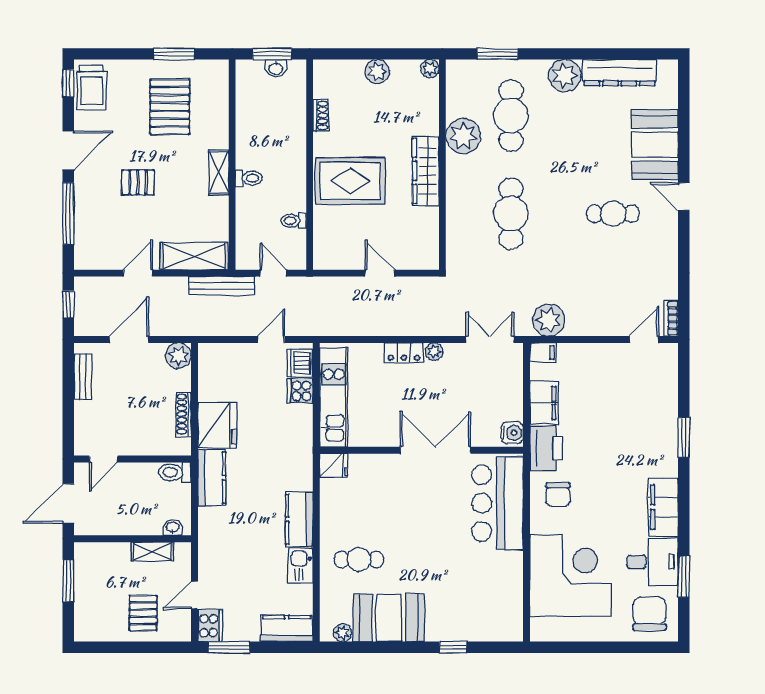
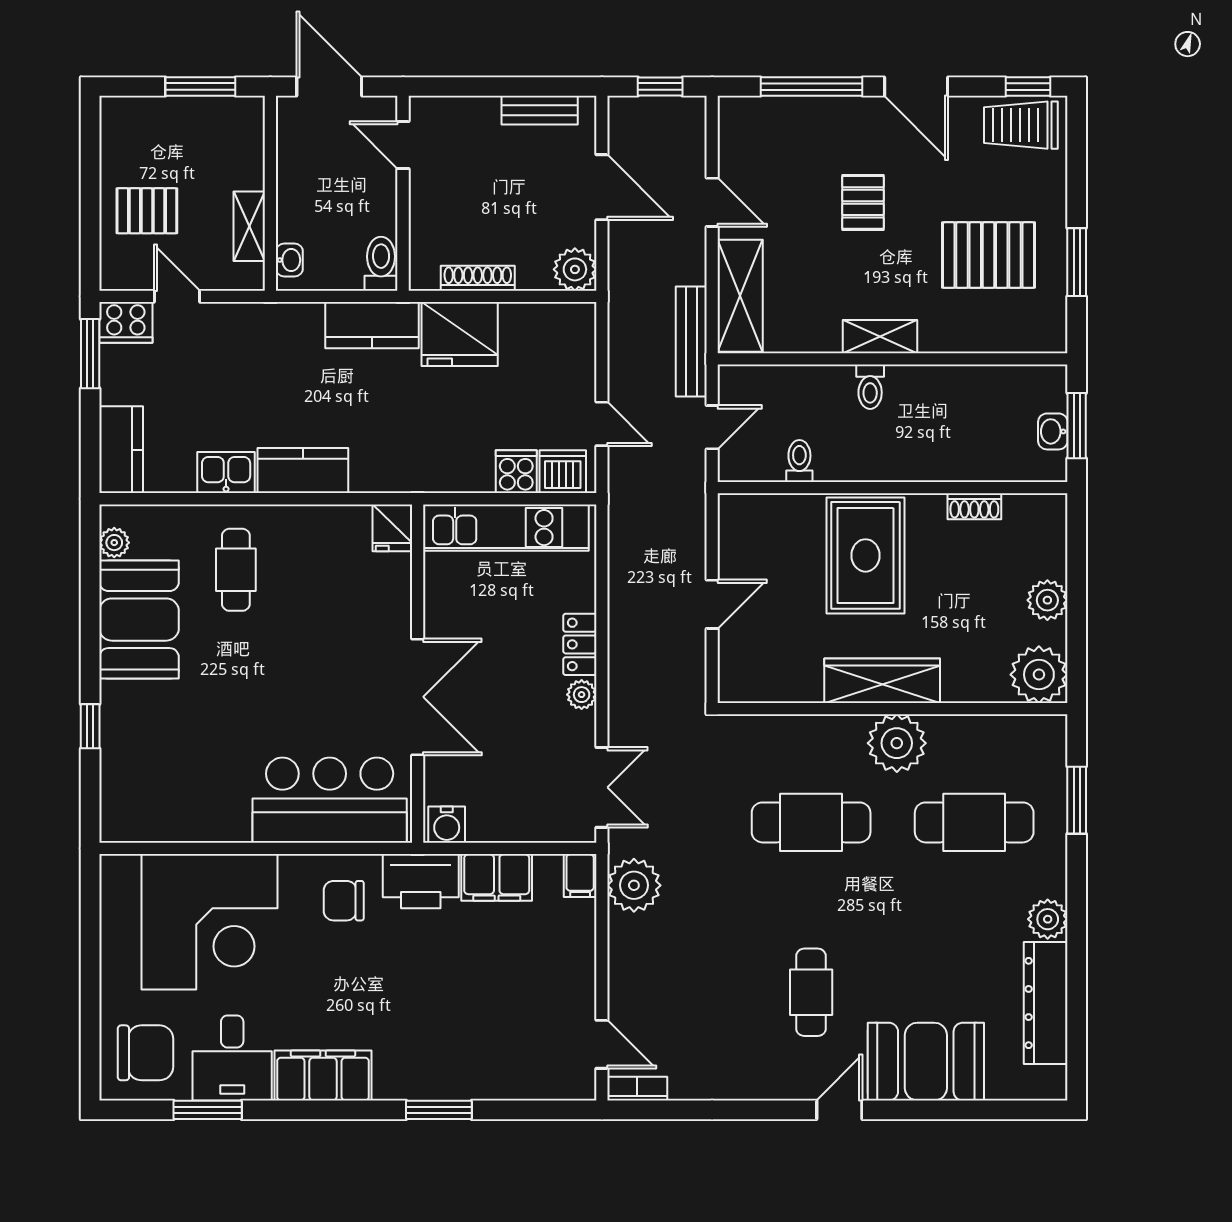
plant: (430, 69) -> (1039, 675), width x1.88, depth x1.88
plant: (565, 76) -> (1048, 919), width x0.73, depth x0.73
plant: (463, 136) -> (897, 743), moved

